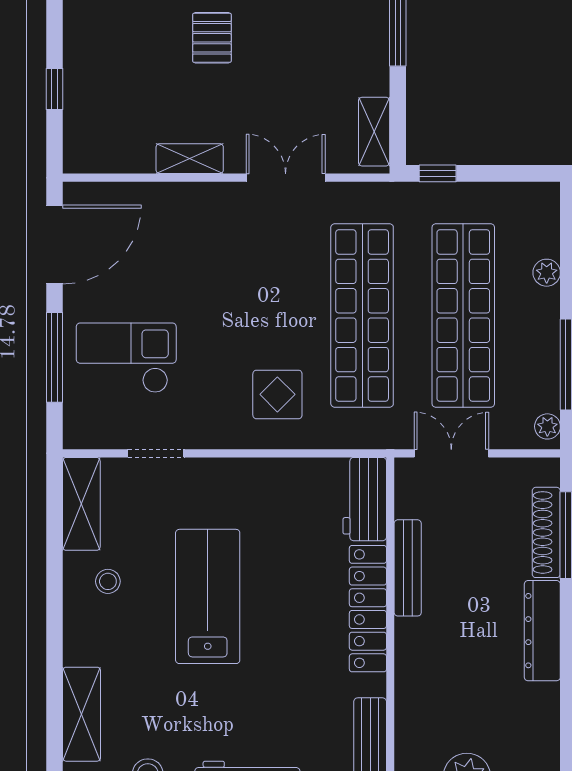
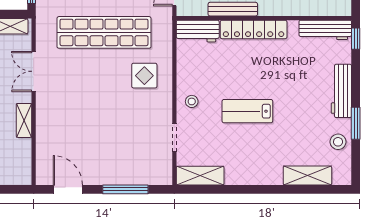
door: (55, 245) -> (68, 189), width x0.73
checkout: (126, 358) -> (126, 153), removed
stool: (108, 581) -> (192, 101), moved
lab bench: (208, 596) -> (247, 111), width x0.73, depth x0.72

